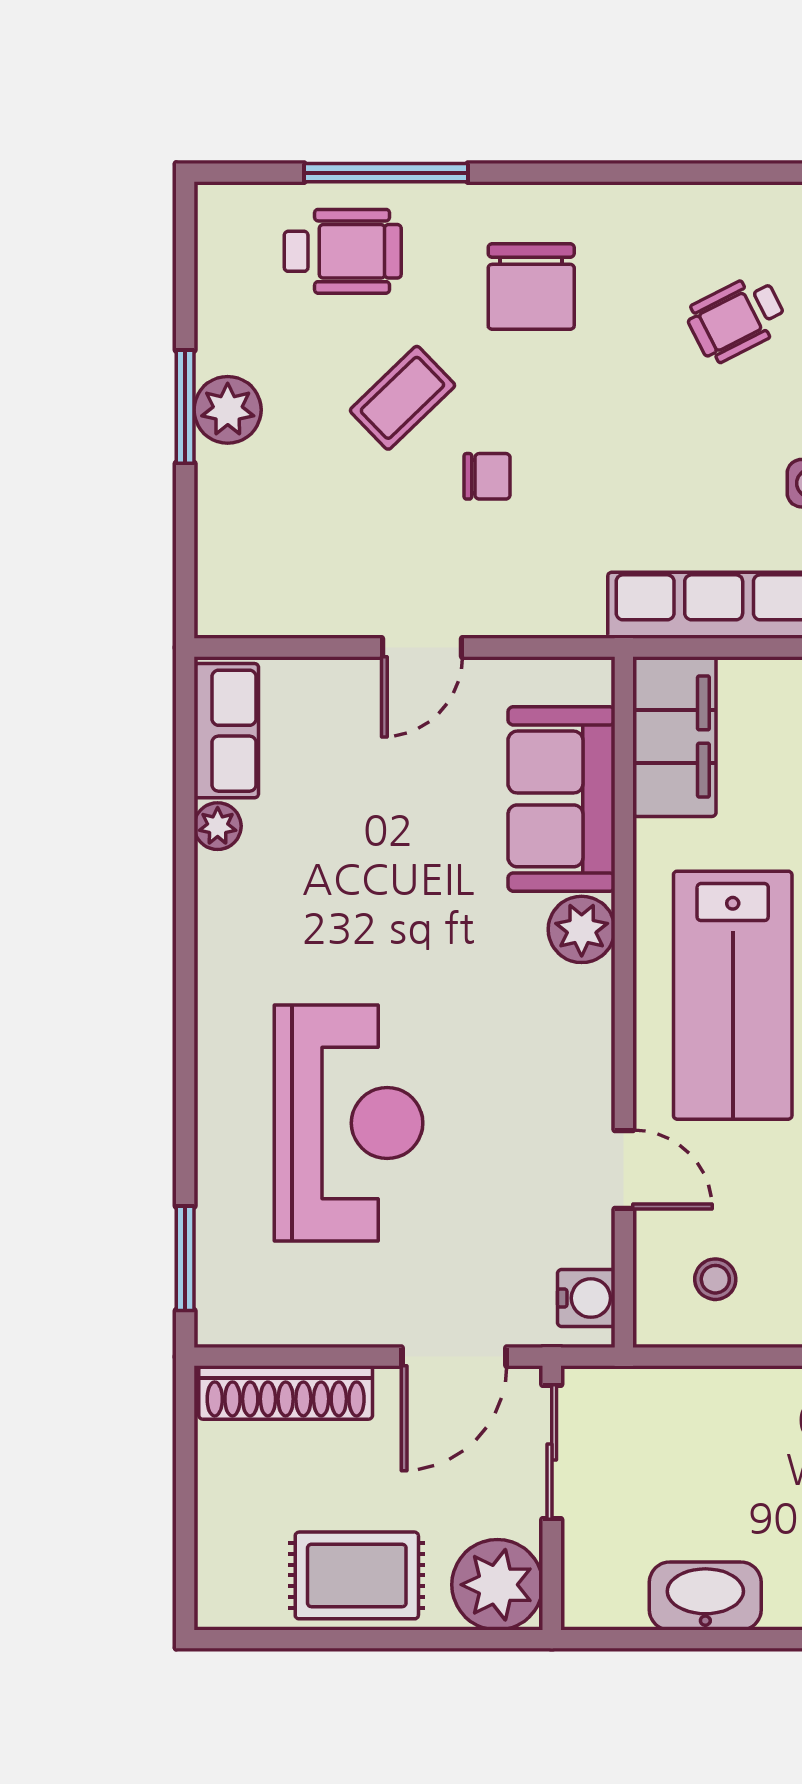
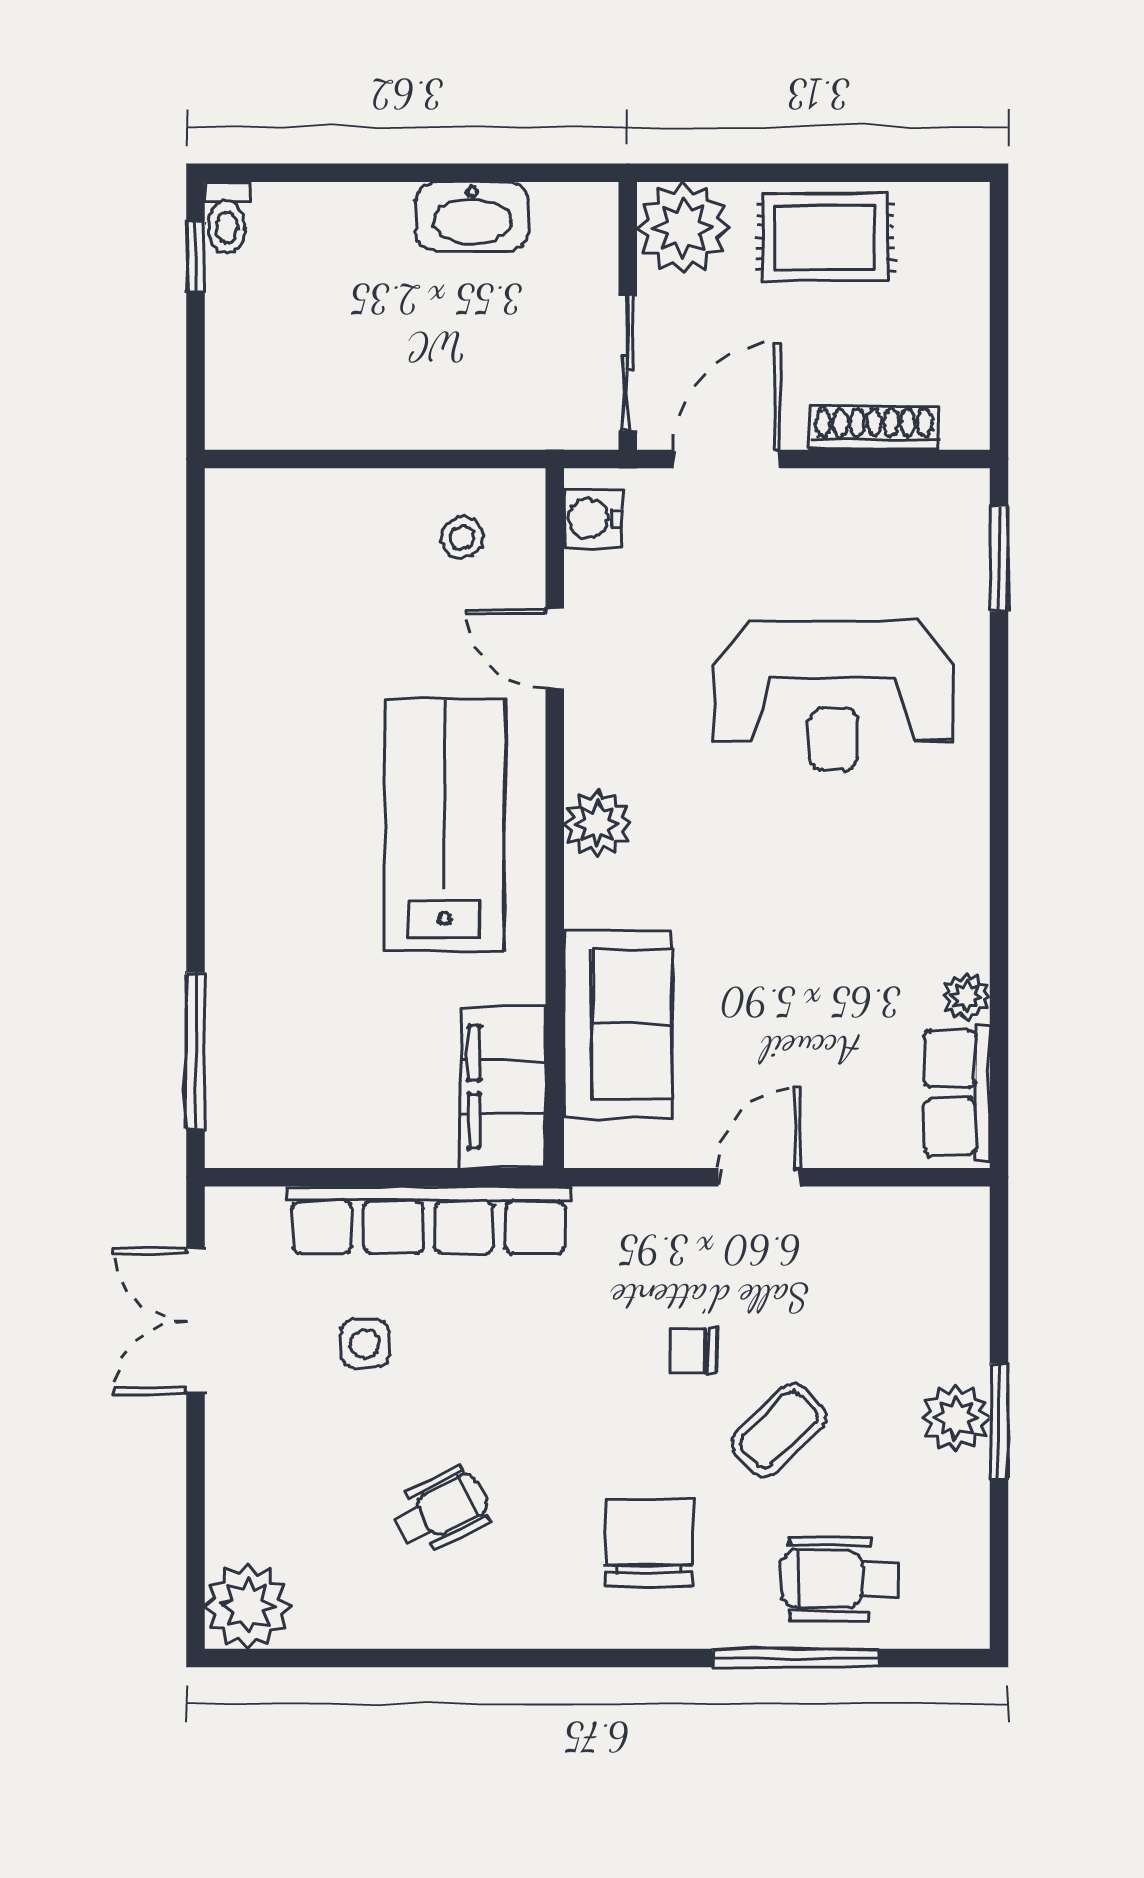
plant: (582, 929) -> (597, 824), moved
reception desk: (348, 1123) -> (834, 696), turned -90
shoe rack: (286, 1393) -> (874, 428), width x0.74, depth x0.81

